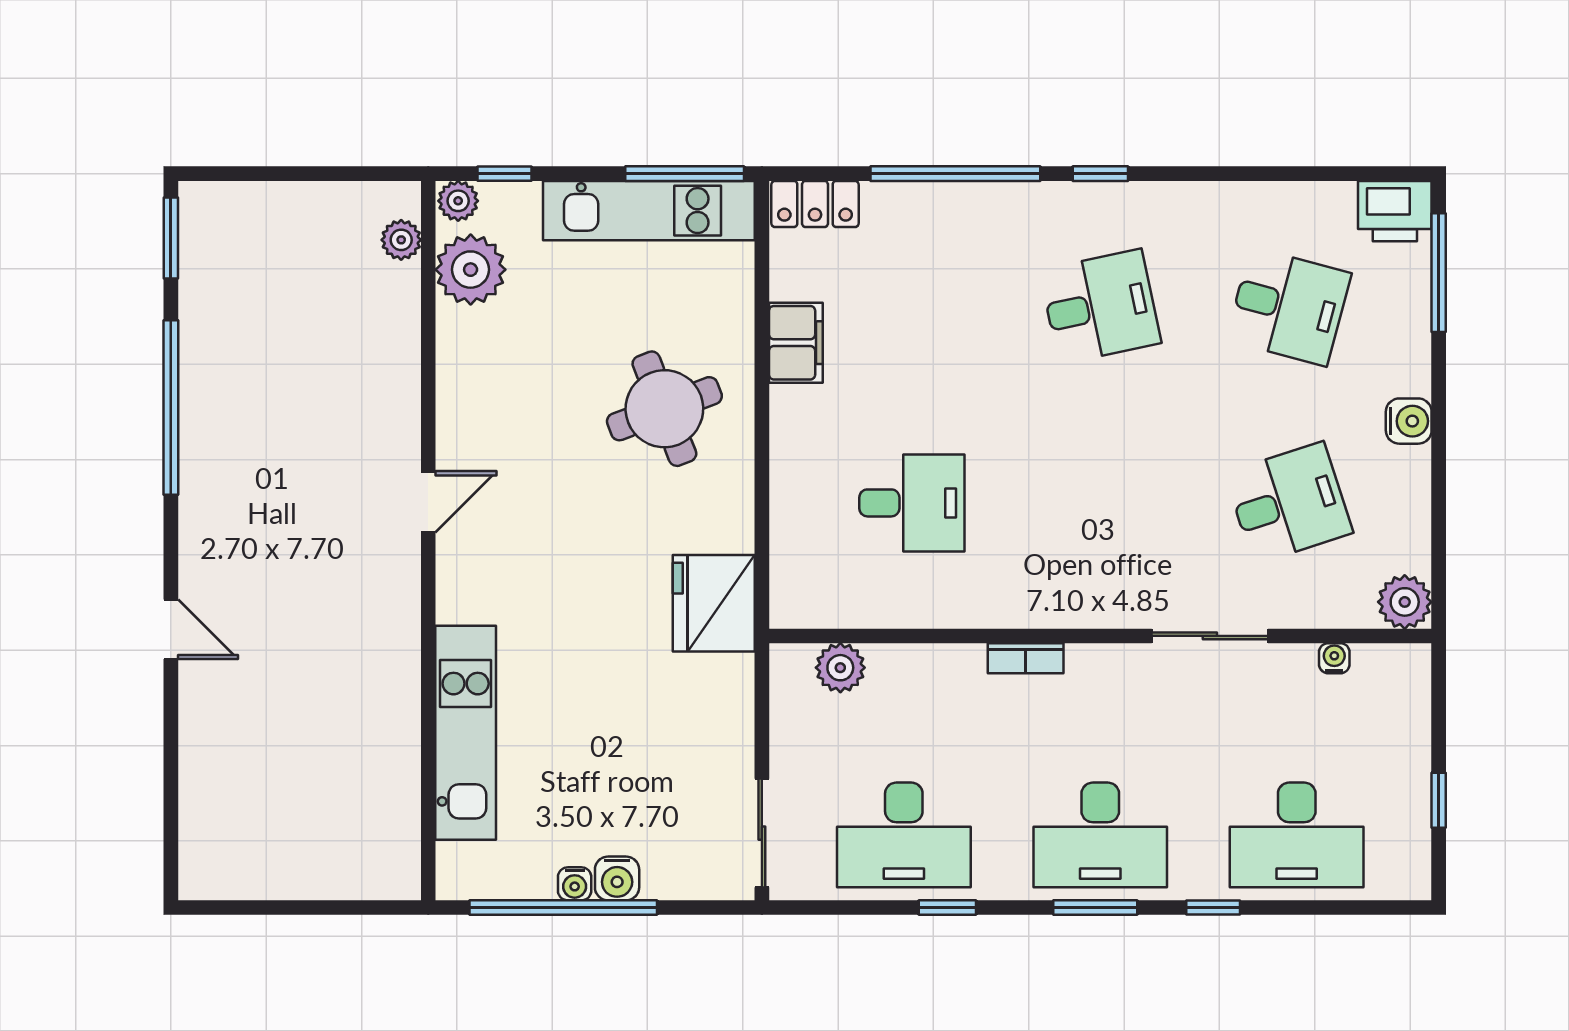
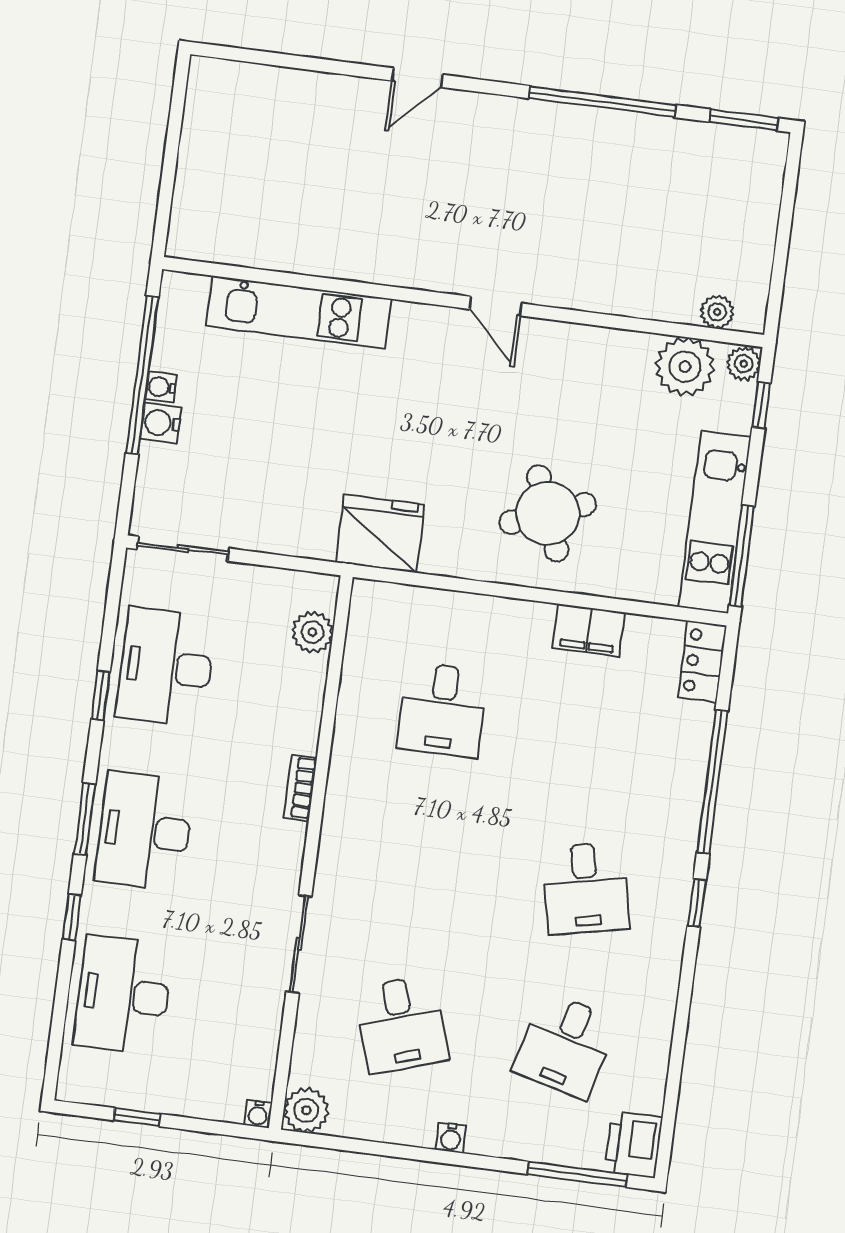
water cooler: (1409, 421) -> (451, 1138), width x0.72, depth x0.72
water cooler: (1334, 658) -> (258, 1114), moved, turned 90

